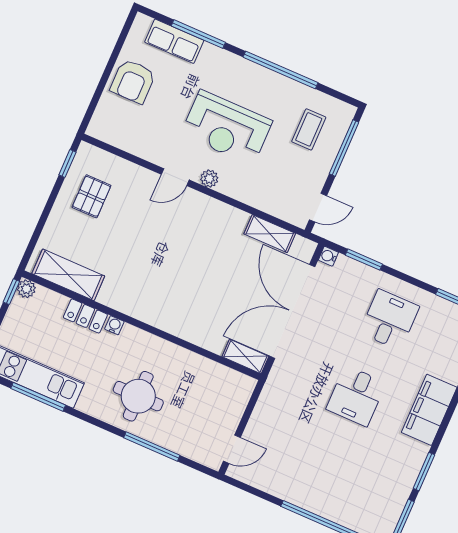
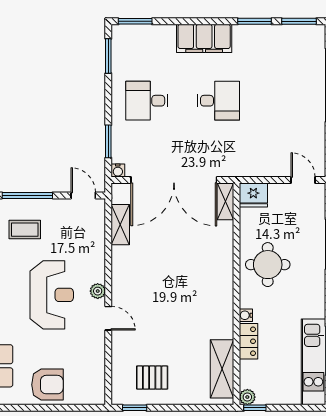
fridge: (239, 389) -> (253, 195), added
round table: (138, 396) -> (268, 265), moved

